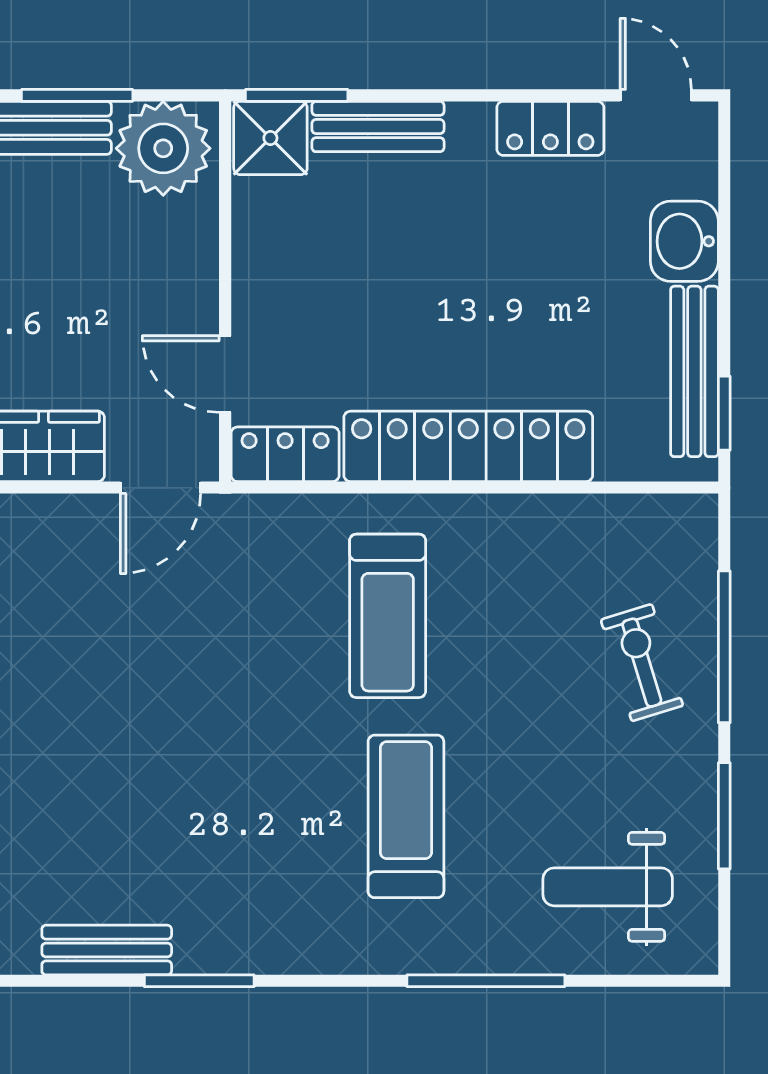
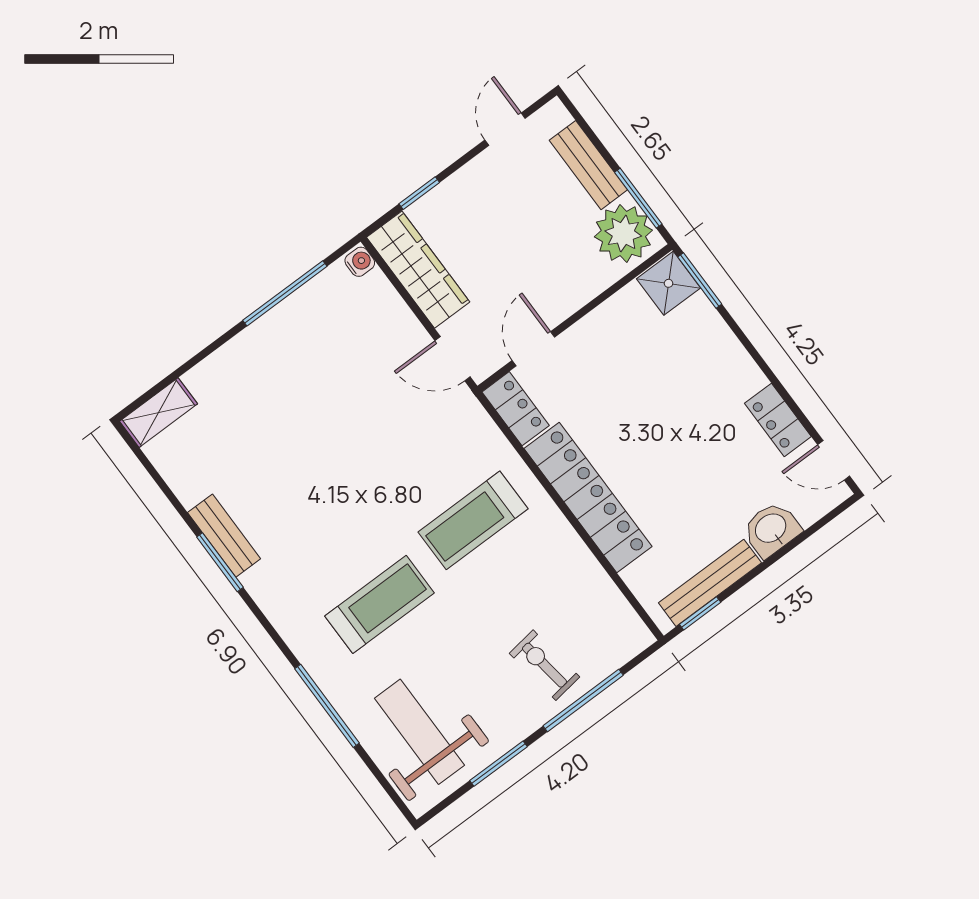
window: (77, 95) -> (638, 198), moved
door: (656, 95) -> (834, 460), swing flipped
bench: (378, 127) -> (714, 333), removed
exercise bike: (642, 663) -> (545, 665), turned -81
weight bench: (608, 887) -> (419, 732), width x1.36, depth x1.33
bench: (107, 950) -> (224, 536), moved

